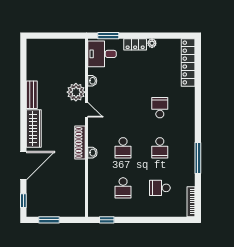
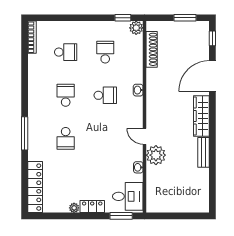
shoe rack: (80, 142) -> (152, 49), moved
school desk: (123, 148) -> (105, 95), turned 90
window: (198, 158) -> (25, 133), moved
plant: (94, 210) -> (136, 28), added

